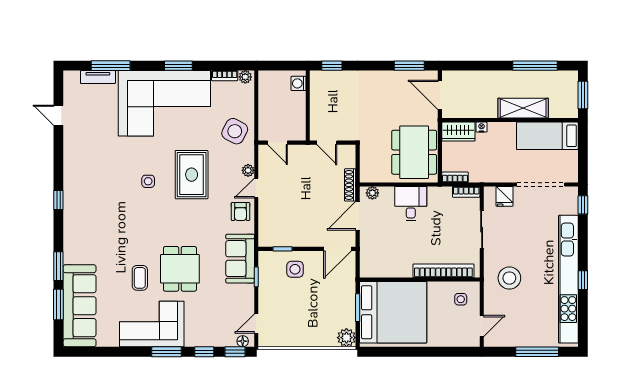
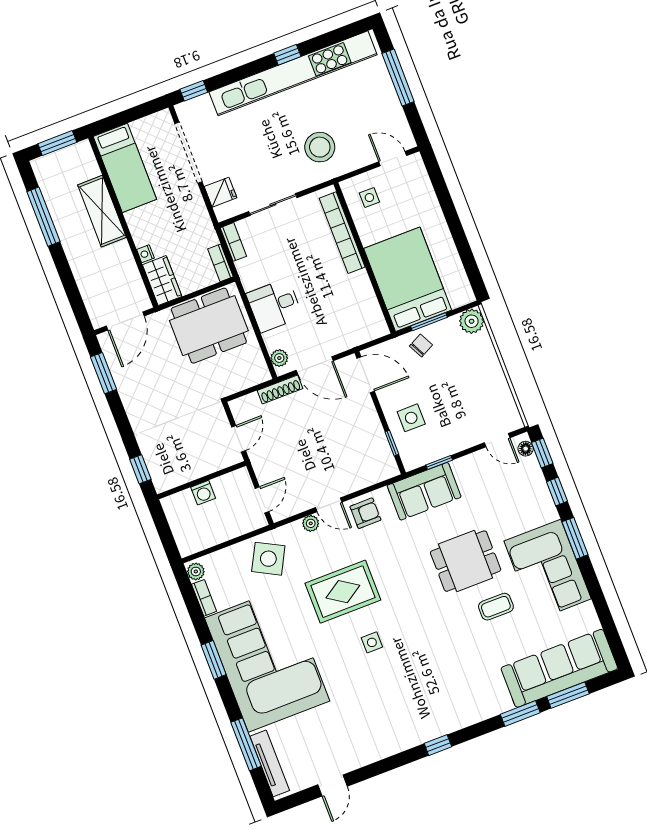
tv unit: (98, 77) -> (270, 763), width x1.41
washing machine: (299, 83) -> (203, 493), moved
chair: (343, 296) -> (421, 346), added
bed: (393, 312) -> (408, 279), width x0.73

